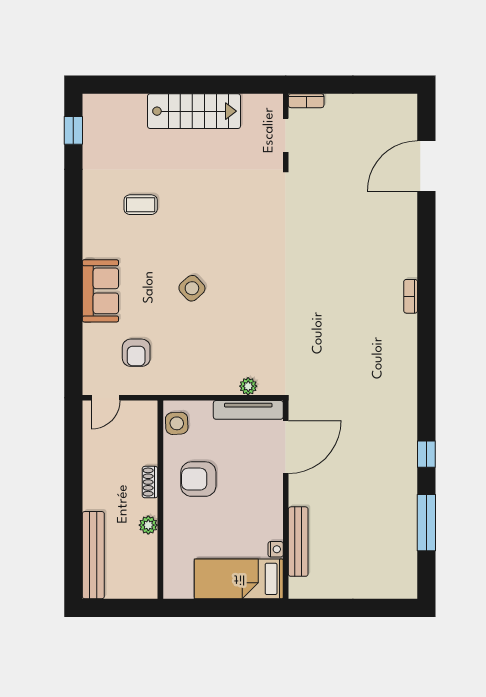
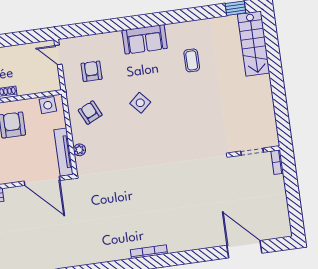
stairs: (194, 111) -> (254, 44), moved
sofa: (100, 291) -> (145, 39), moved
bookcase: (411, 296) -> (149, 252), width x1.56
armchair: (136, 353) -> (92, 71), turned 90
armchair: (196, 363) -> (90, 113), added

